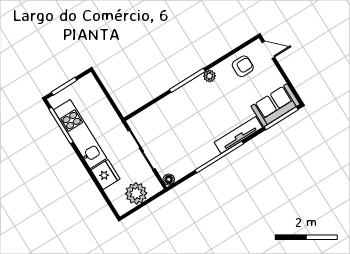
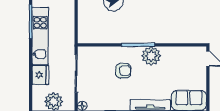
armchair: (243, 66) -> (123, 71), moved
plant: (210, 76) -> (151, 56), width x1.88, depth x1.88

